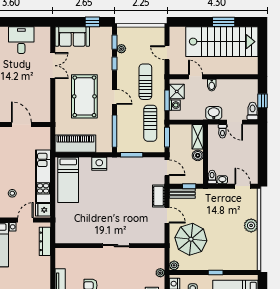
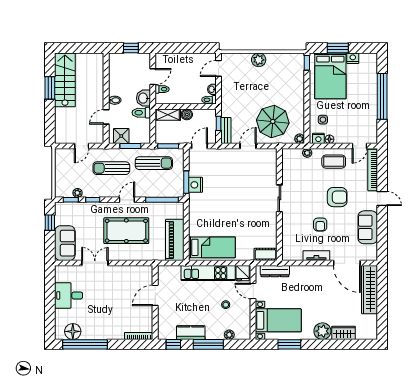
stairs: (222, 42) -> (65, 80), width x0.73, depth x0.66
washing machine: (175, 105) -> (135, 138), removed
toilet: (253, 111) -> (141, 113), moved
nightstand: (99, 164) -> (195, 185), moved
cot: (159, 196) -> (266, 254), moved
window: (216, 272) -> (307, 63), moved

